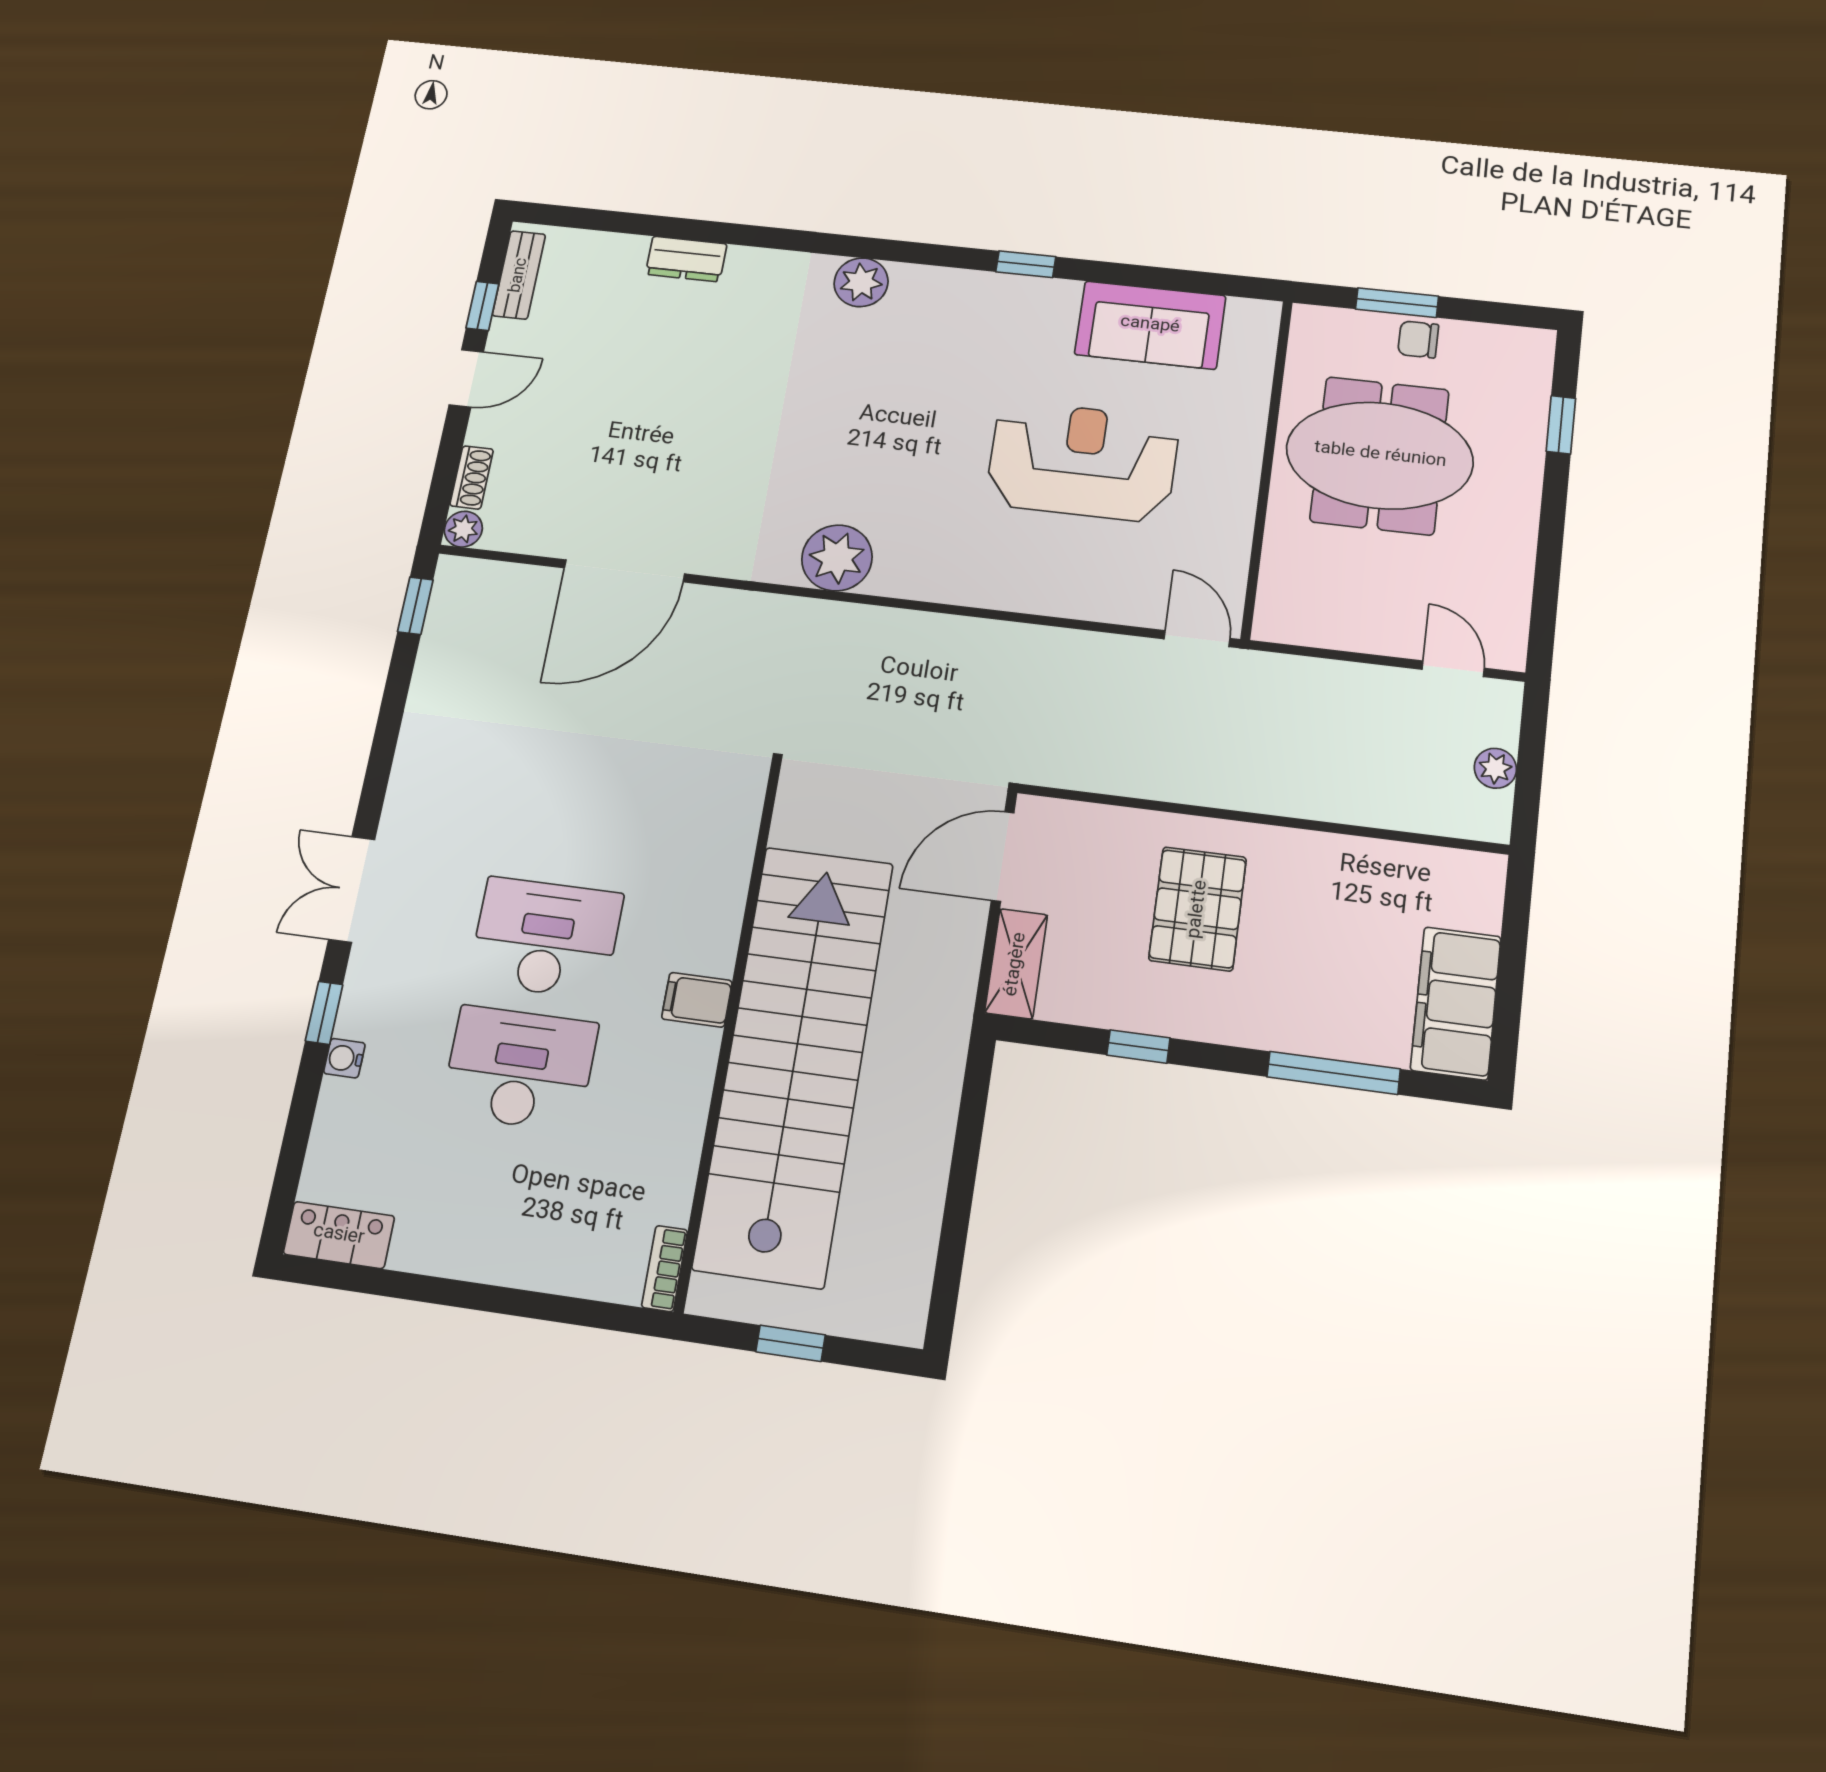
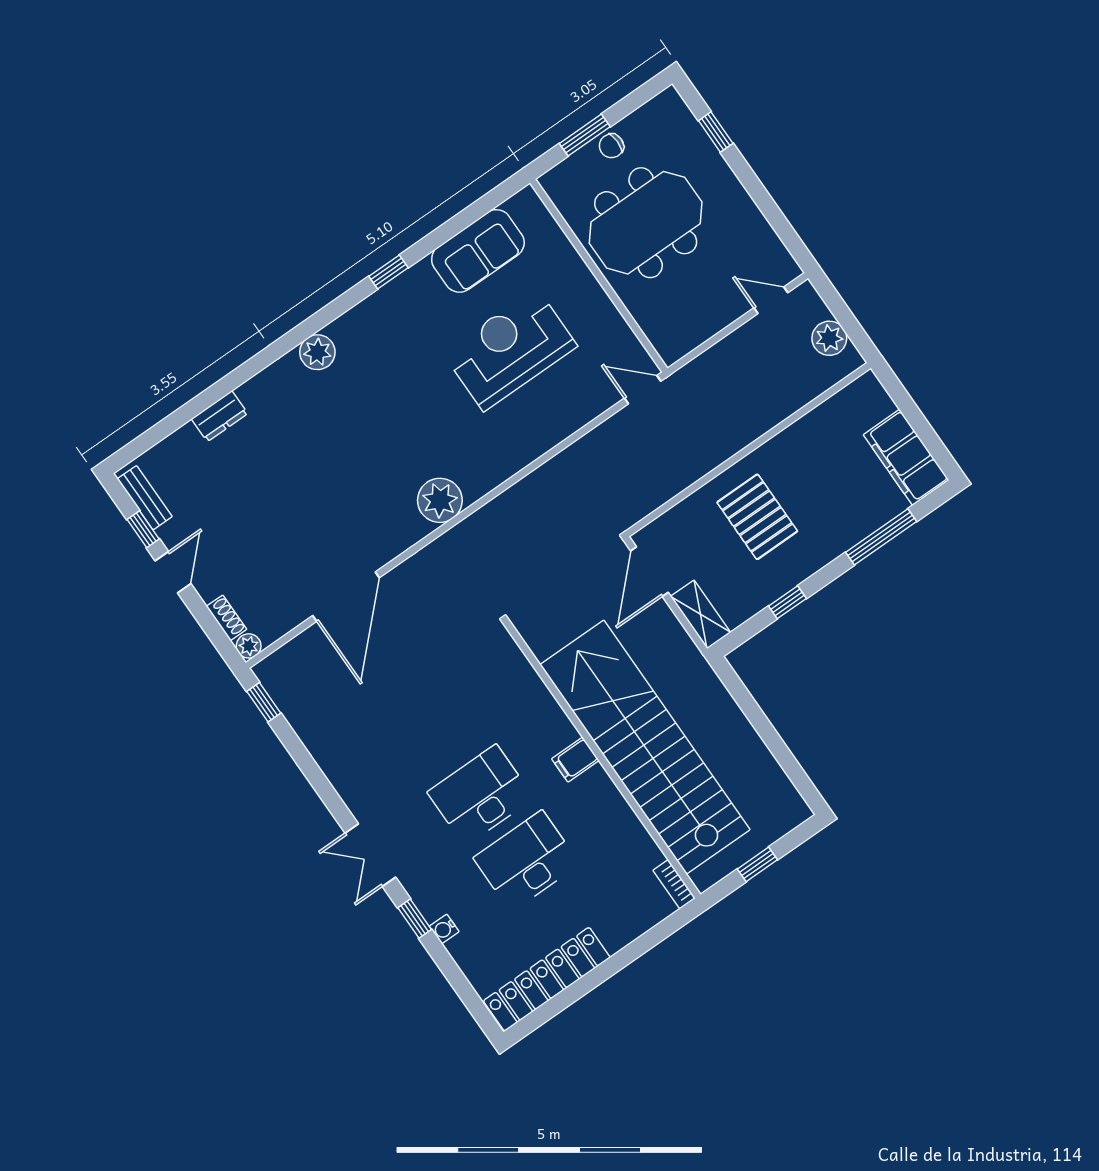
plant: (1495, 768) -> (829, 338), width x1.38, depth x1.38
locker: (339, 1235) -> (547, 979), width x2.16, depth x1.21

